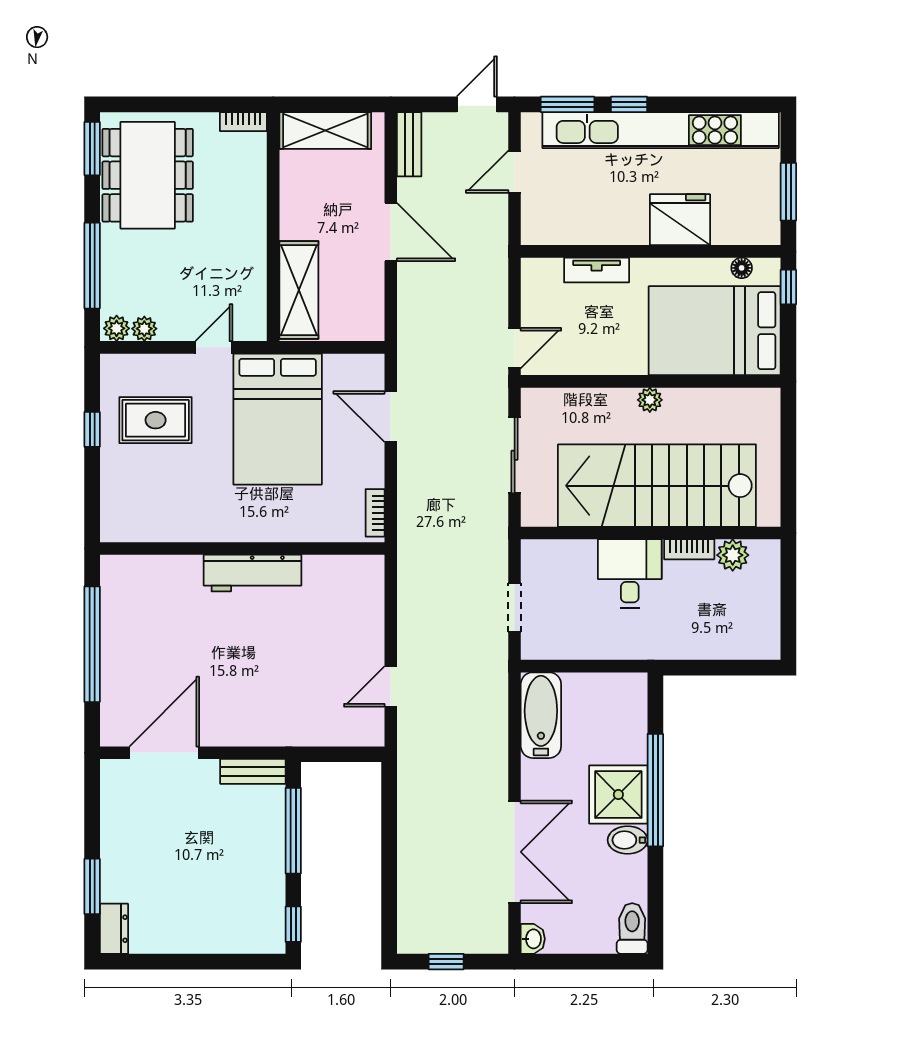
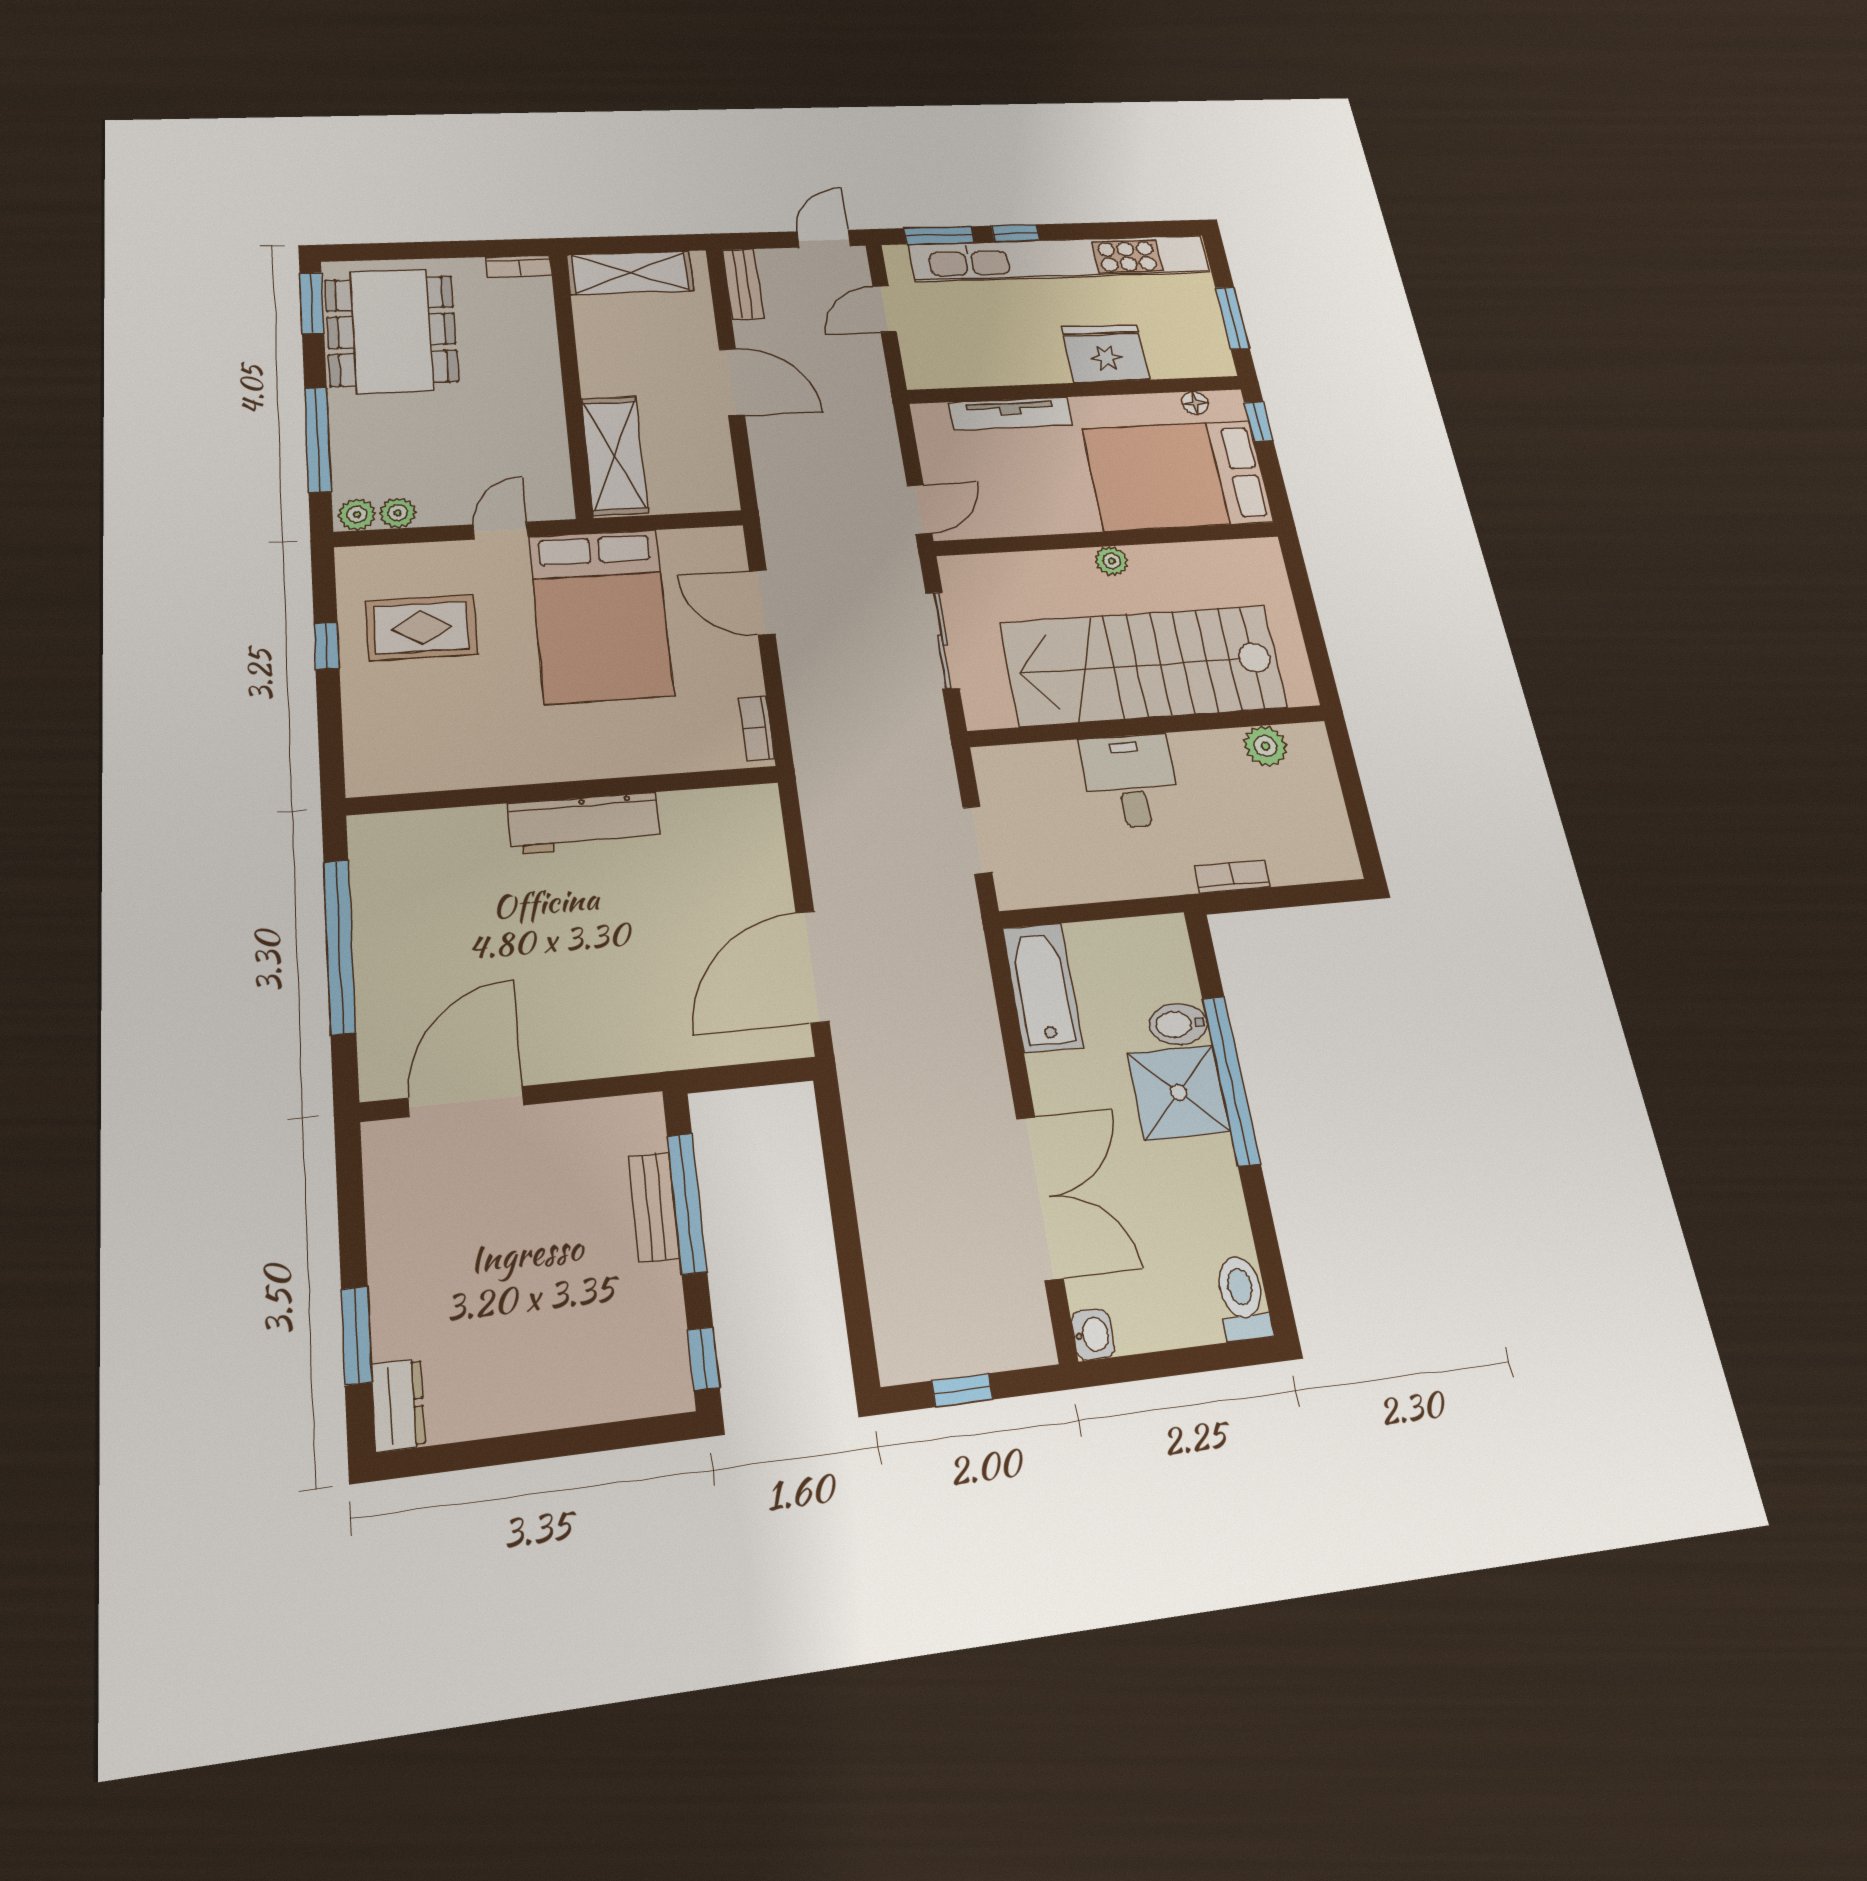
tv unit: (597, 270) -> (1011, 414), width x1.41
bookcase: (689, 549) -> (1232, 877), moved, turned 180
door: (391, 686) -> (812, 967), width x1.87
bench: (253, 771) -> (654, 1207), moved, turned 90
bidet: (628, 840) -> (1178, 1024), moved

